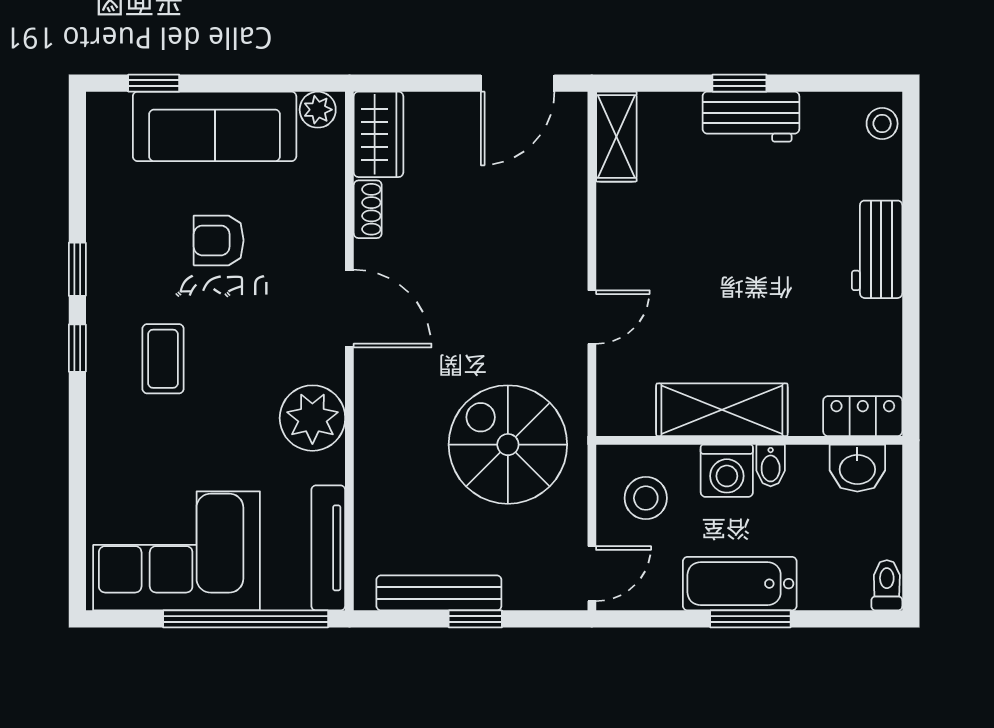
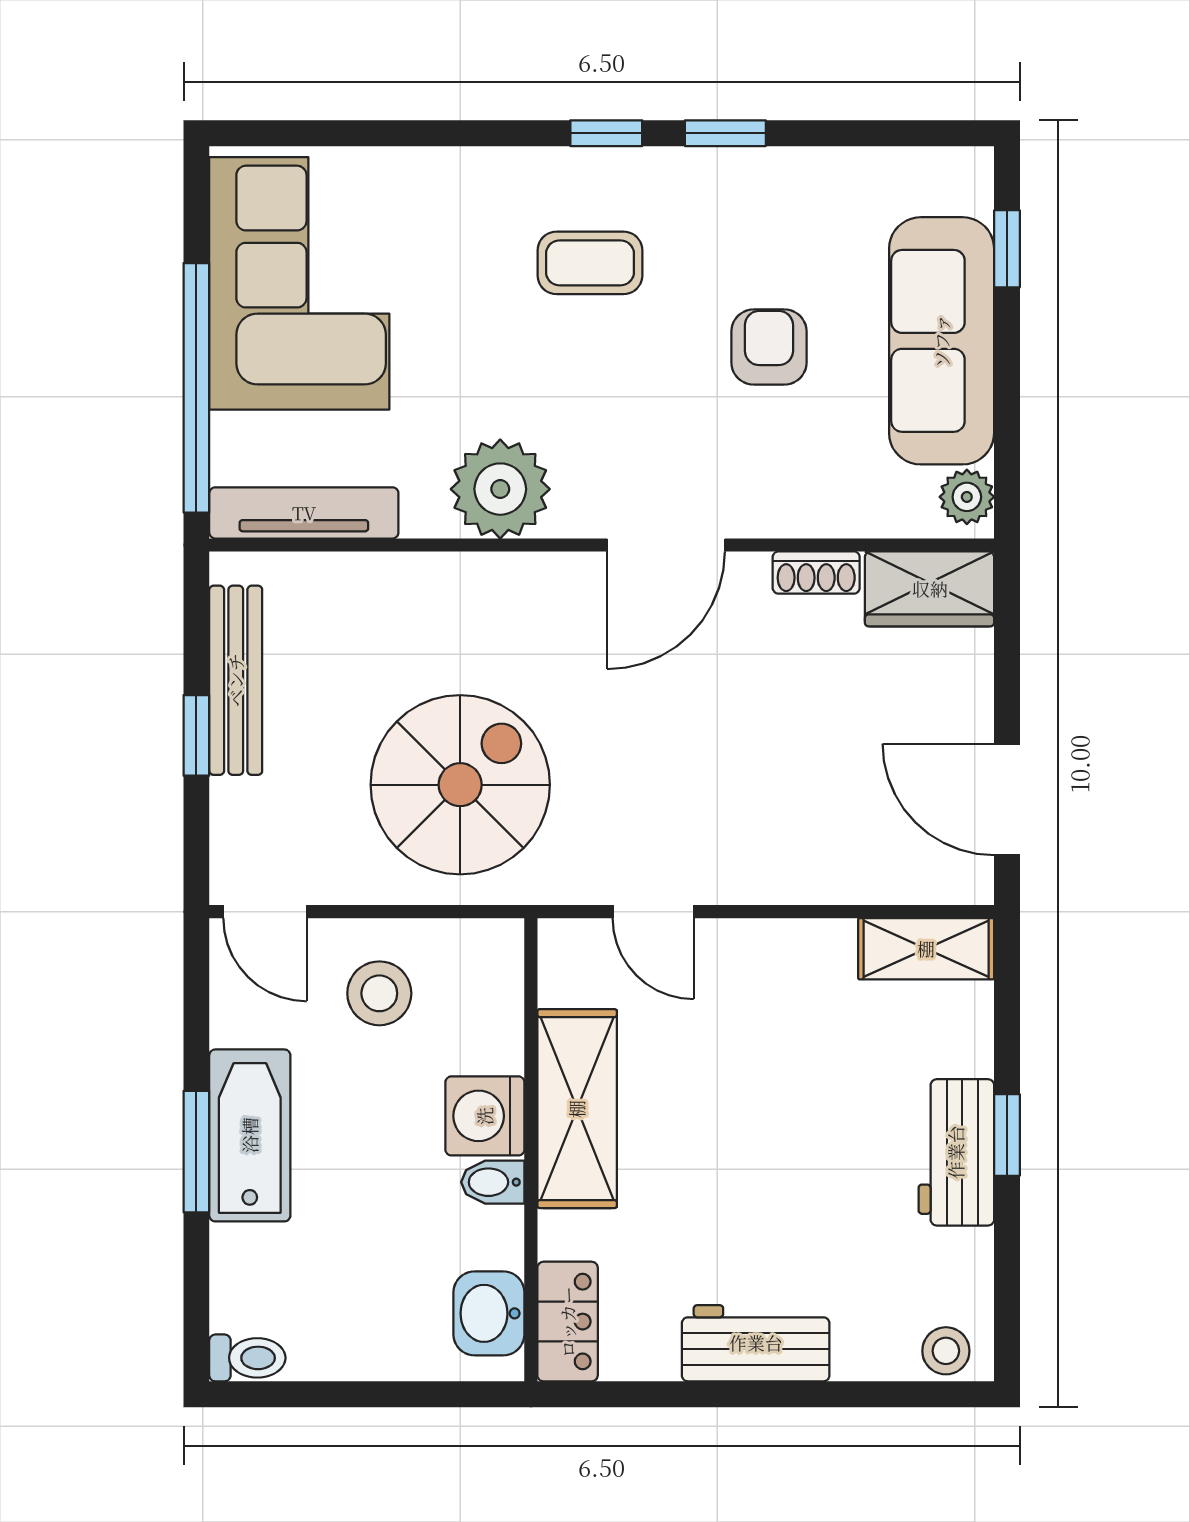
shelving: (722, 410) -> (577, 1109), moved
locker: (863, 416) -> (568, 1322), moved
wall: (749, 440) -> (531, 1150), moved
bidet: (771, 466) -> (493, 1182), moved
washbasin: (857, 468) -> (489, 1313), moved
washing machine: (727, 471) -> (485, 1116), moved

